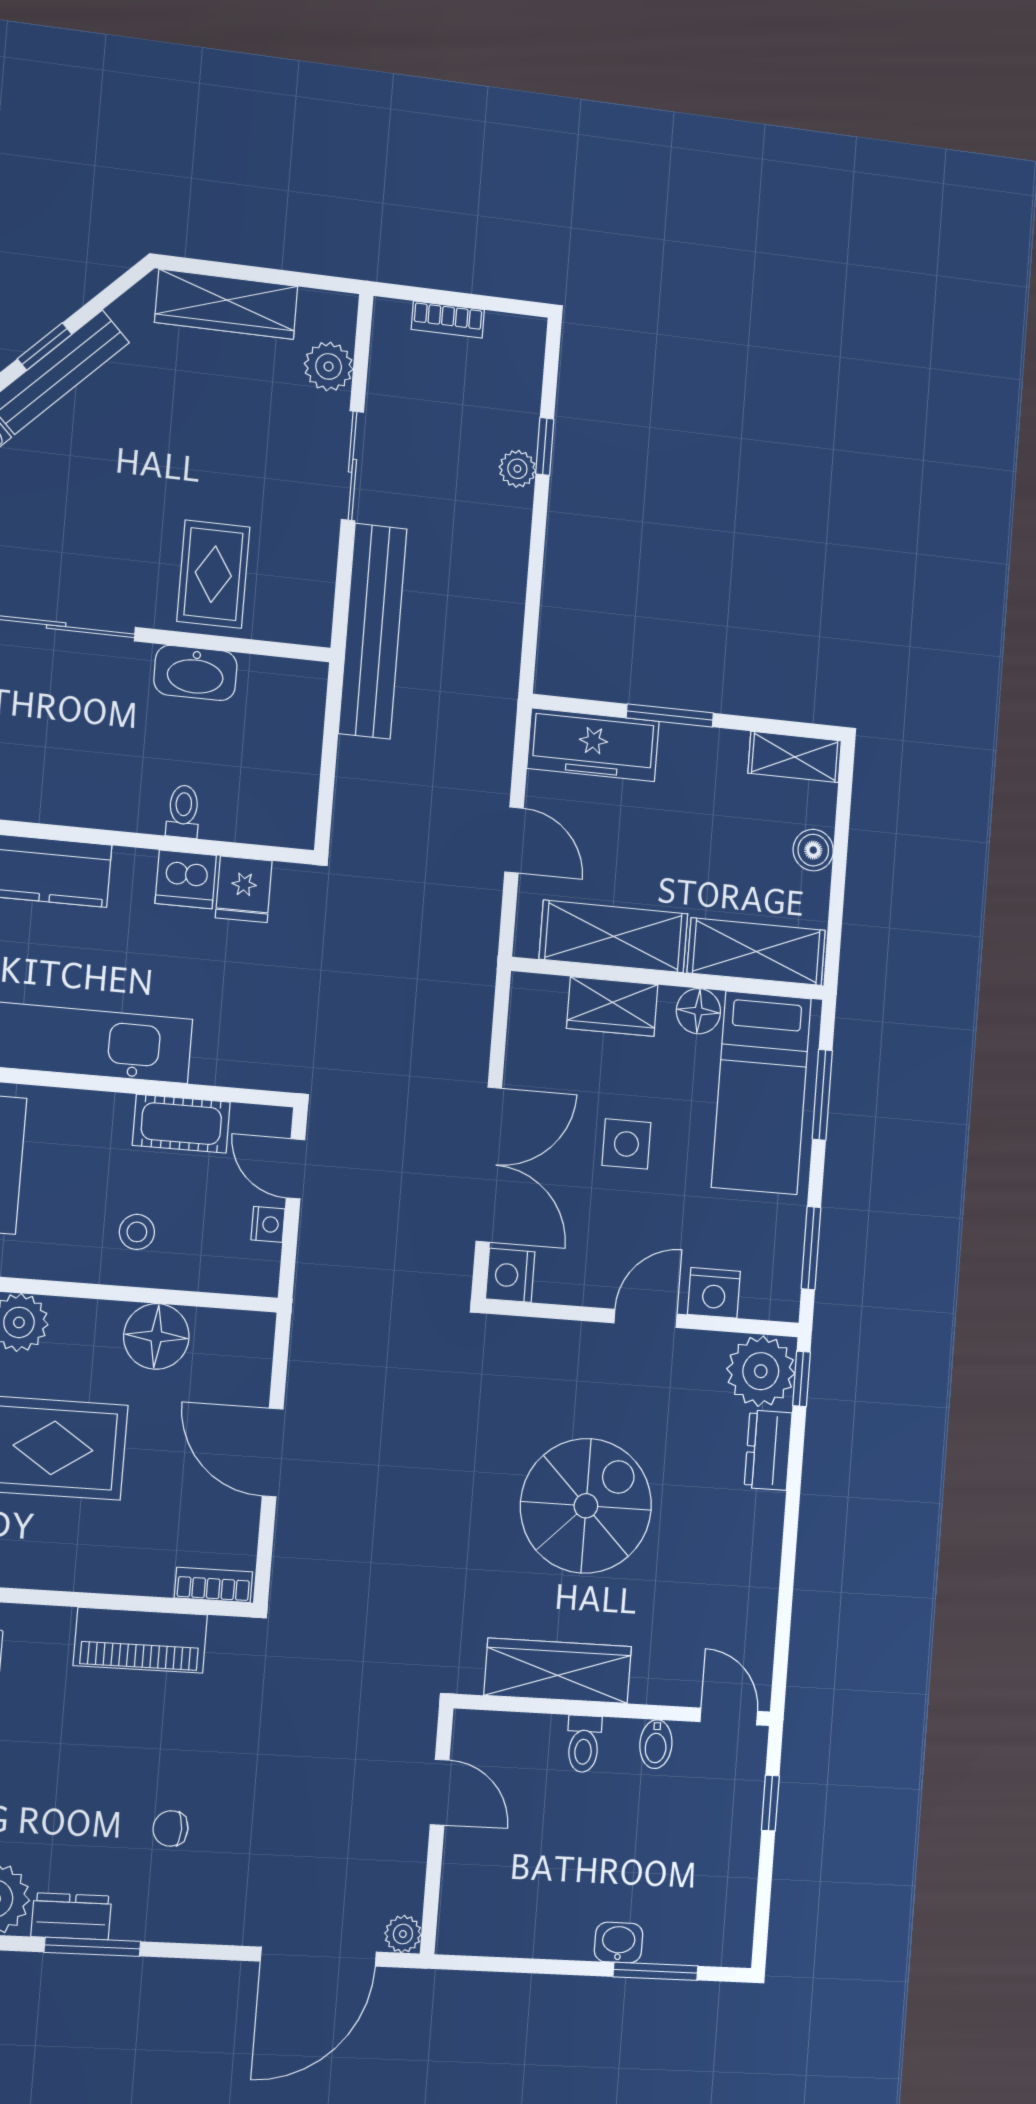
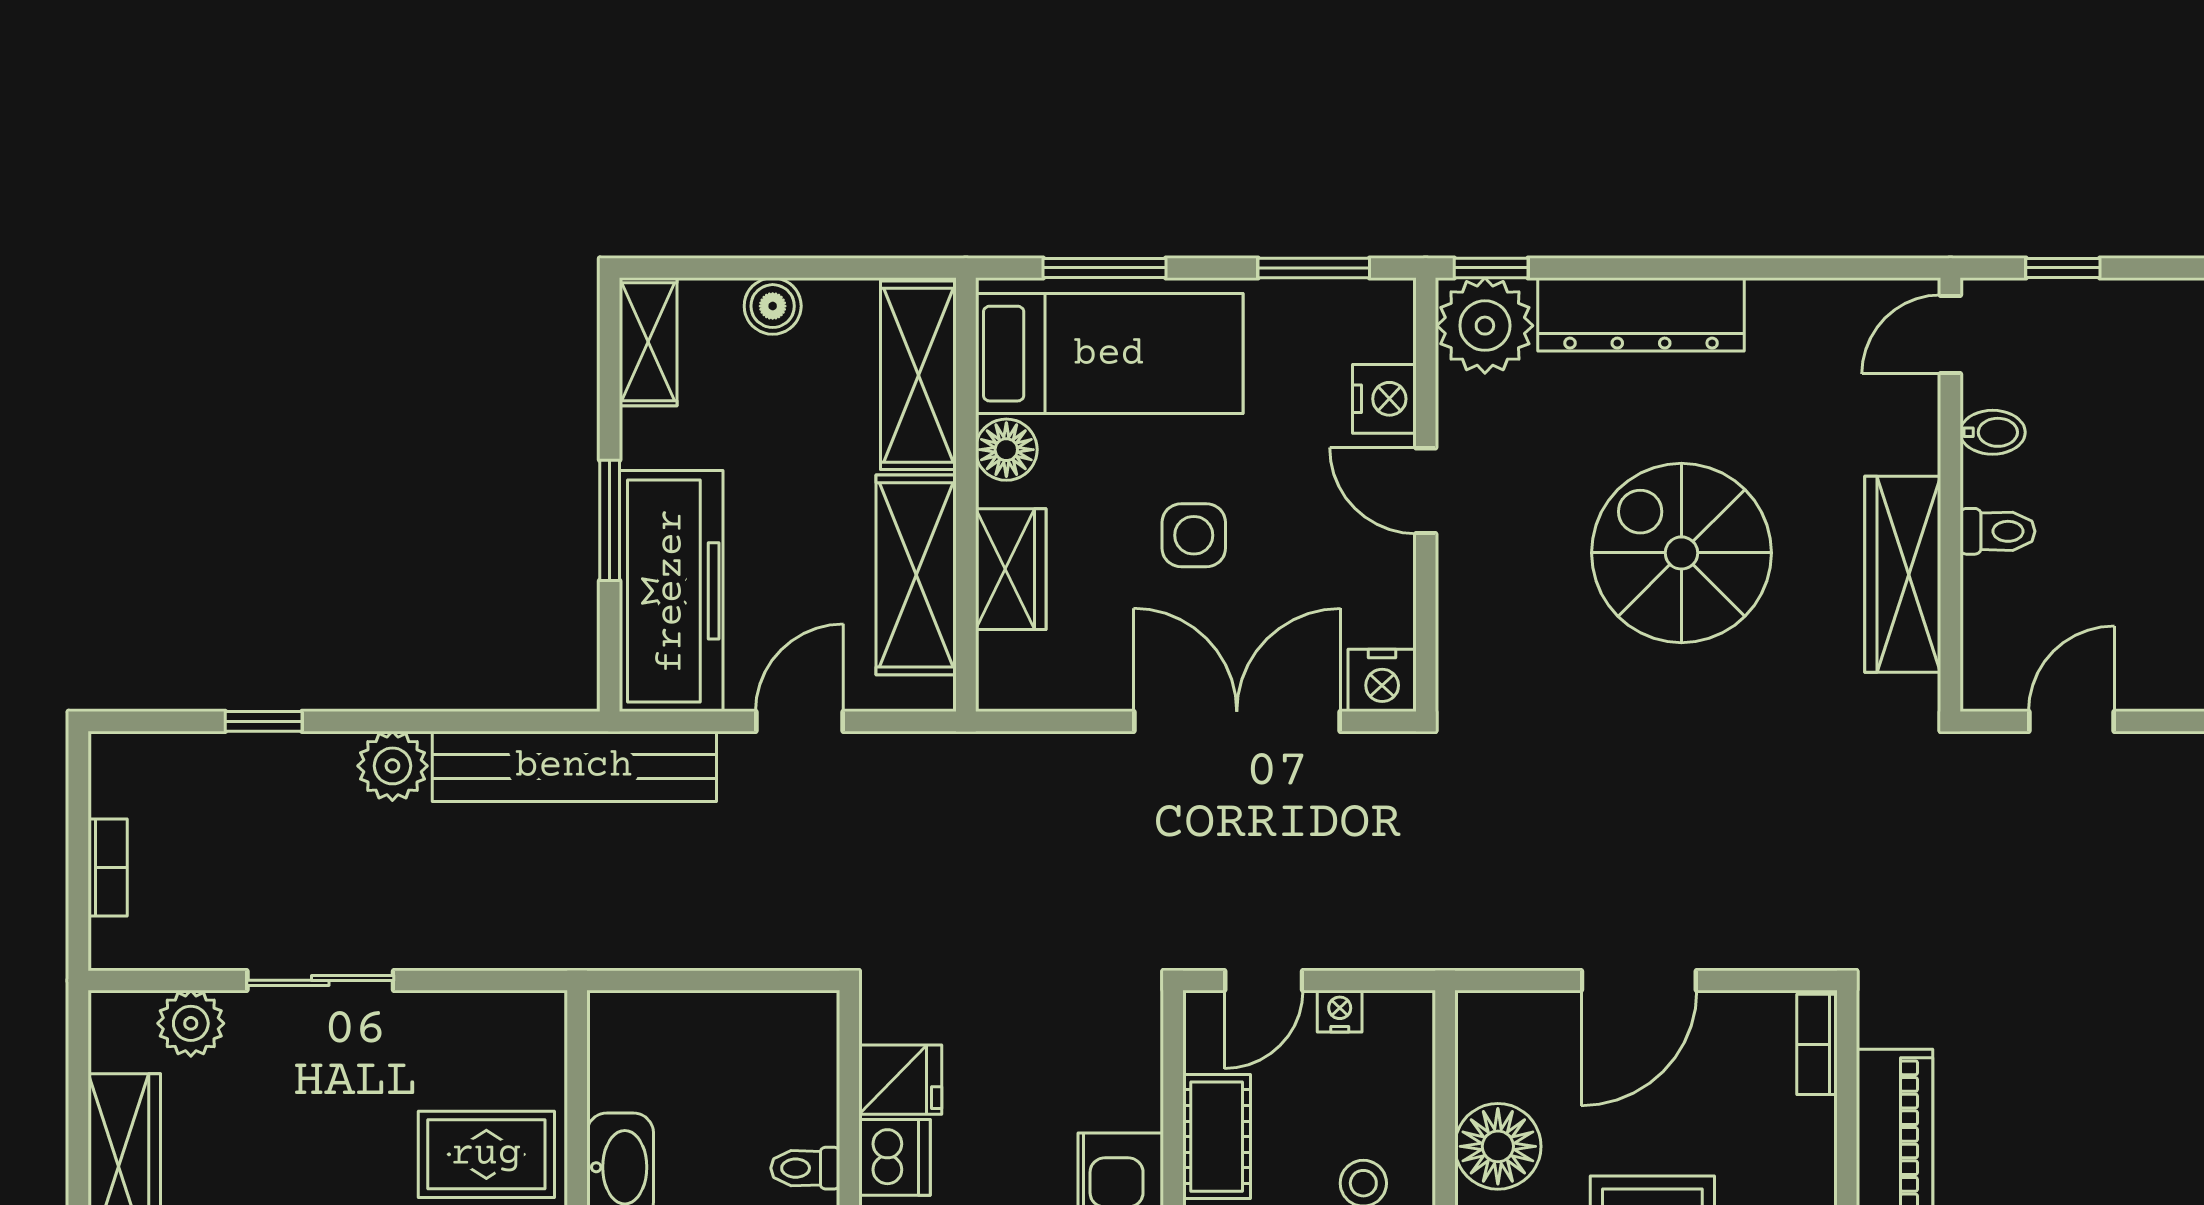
plant: (517, 469) -> (392, 766), moved, width x1.38, depth x1.38
bench: (373, 631) -> (574, 766), moved
freezer: (593, 745) -> (671, 591), width x1.36, depth x1.26
dresser: (768, 1450) -> (1641, 314), width x1.96, depth x1.24
chair: (171, 1828) -> (2136, 1075), removed

